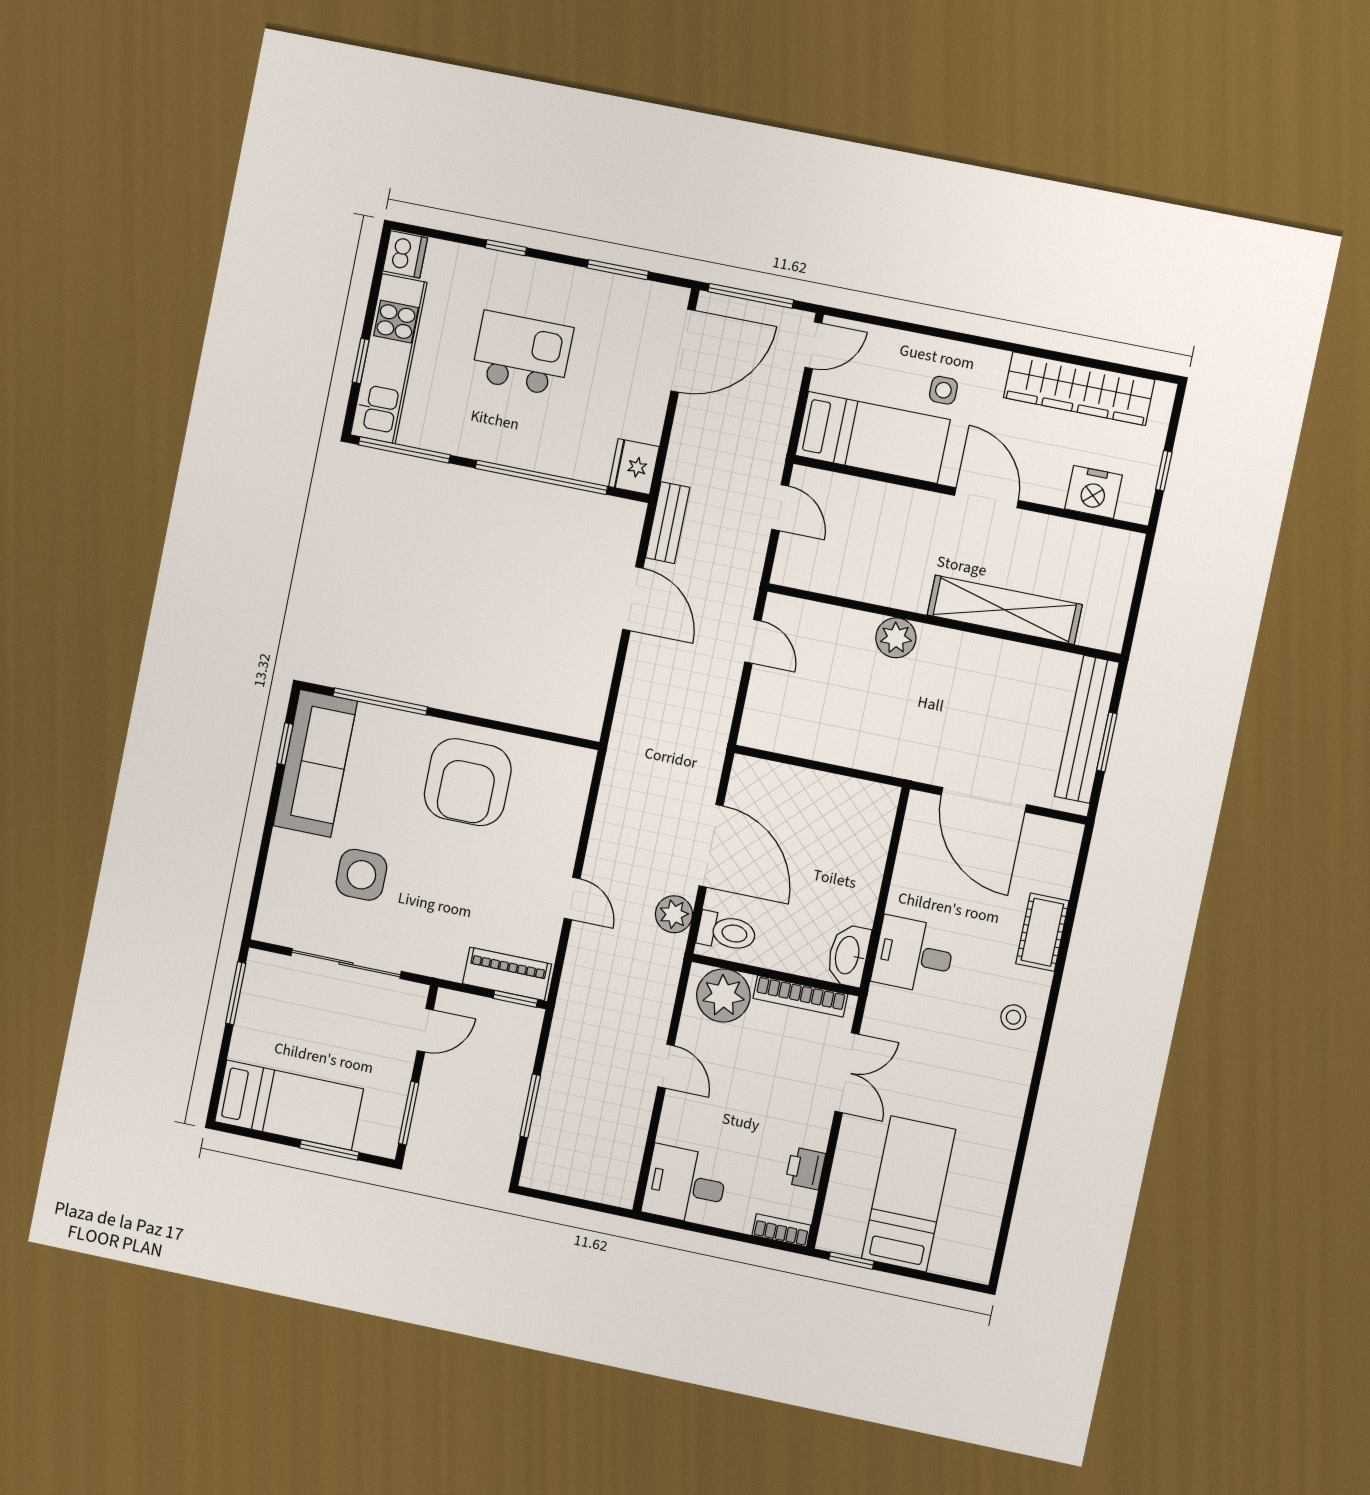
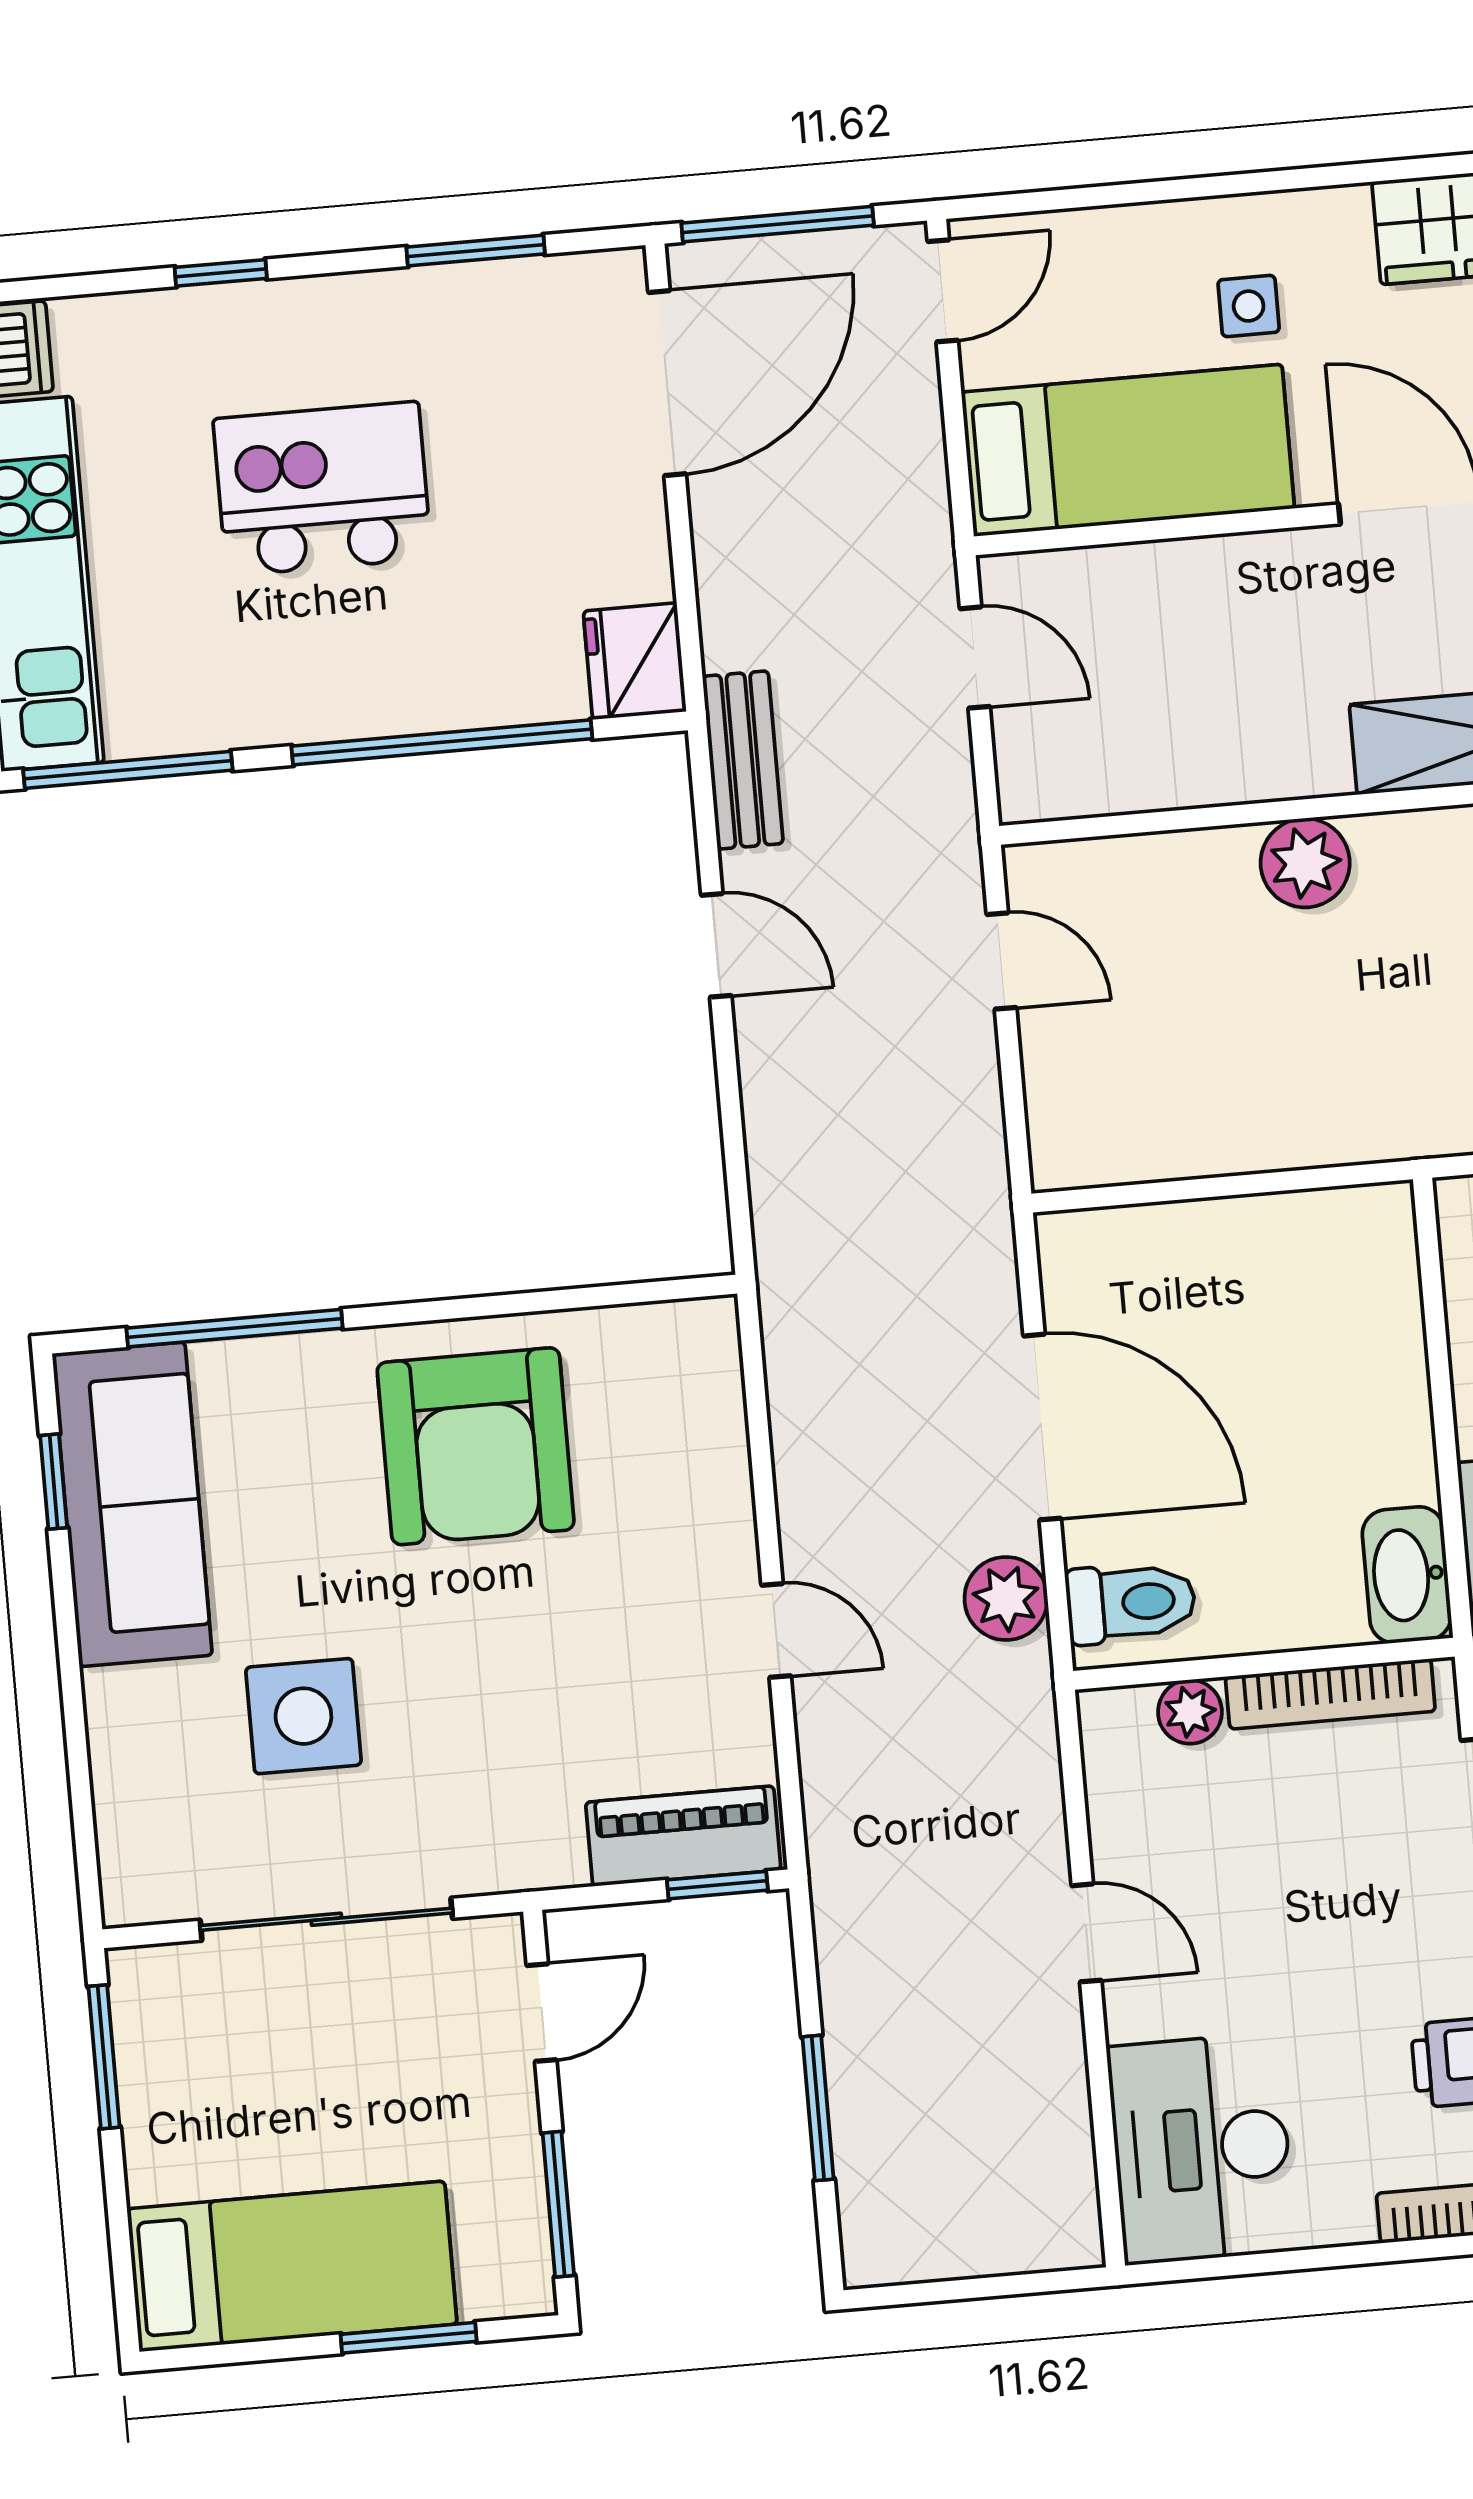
door: (633, 599) -> (716, 945), width x0.73
plant: (723, 995) -> (1190, 1712), width x0.53, depth x0.53
desk: (685, 1185) -> (1201, 2149), width x1.37

